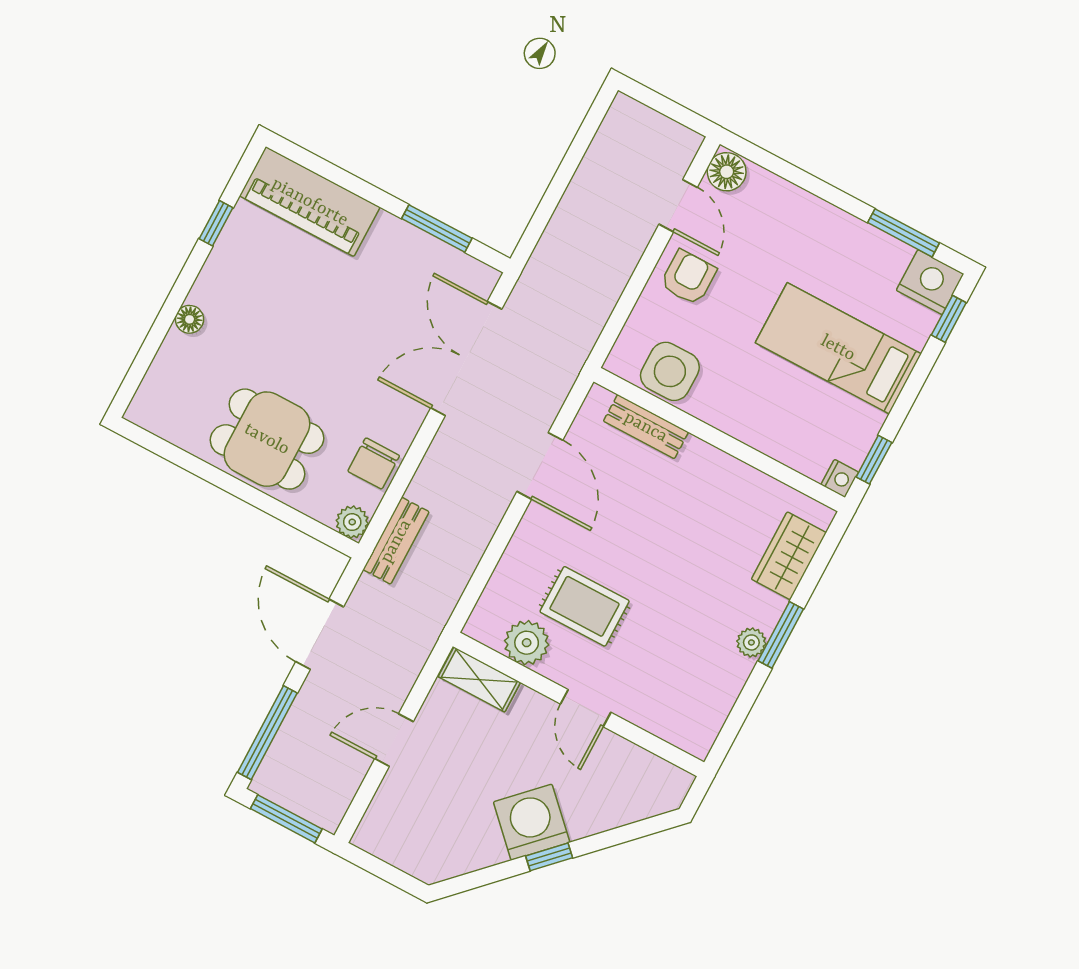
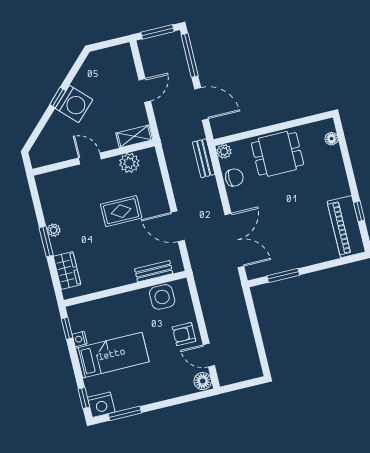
piano: (310, 202) -> (346, 227), moved, turned -90
armchair: (688, 277) -> (184, 334), turned 90
floor lamp: (190, 319) -> (331, 139), moved
chair: (374, 463) -> (234, 178), turned 90
nightstand: (840, 478) -> (80, 339), moved
rug: (585, 606) -> (121, 211), moved

